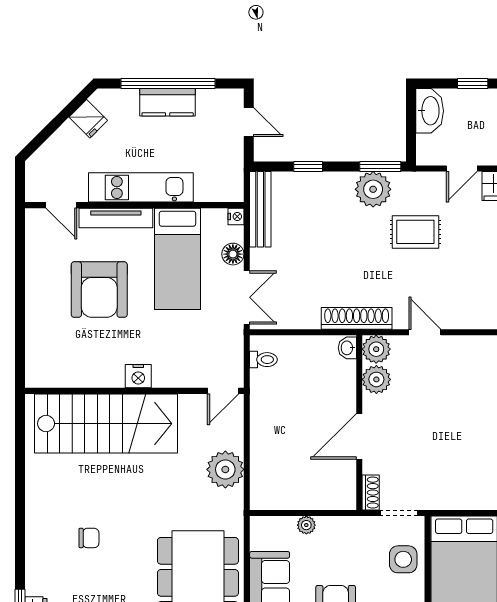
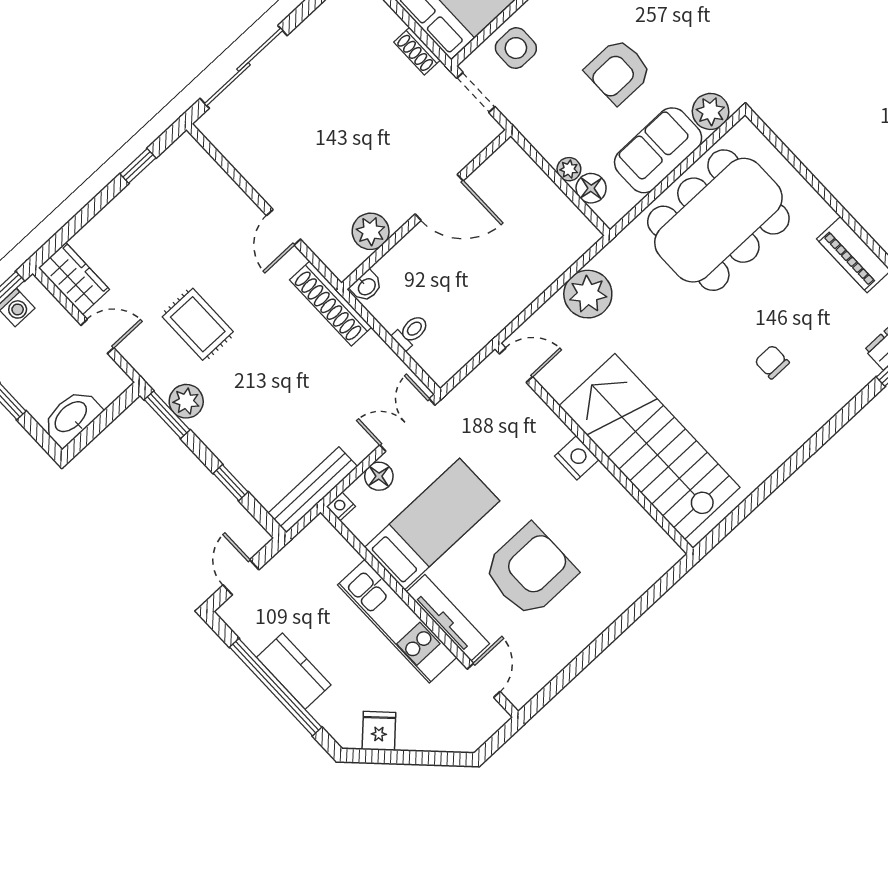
plant: (373, 189) -> (186, 401), width x0.73, depth x0.73
plant: (376, 349) -> (342, 258), removed
toilet: (263, 360) -> (411, 332), moved, turned 90
shoe rack: (371, 493) -> (417, 51), moved, turned -90
floor lamp: (284, 528) -> (591, 188), added

